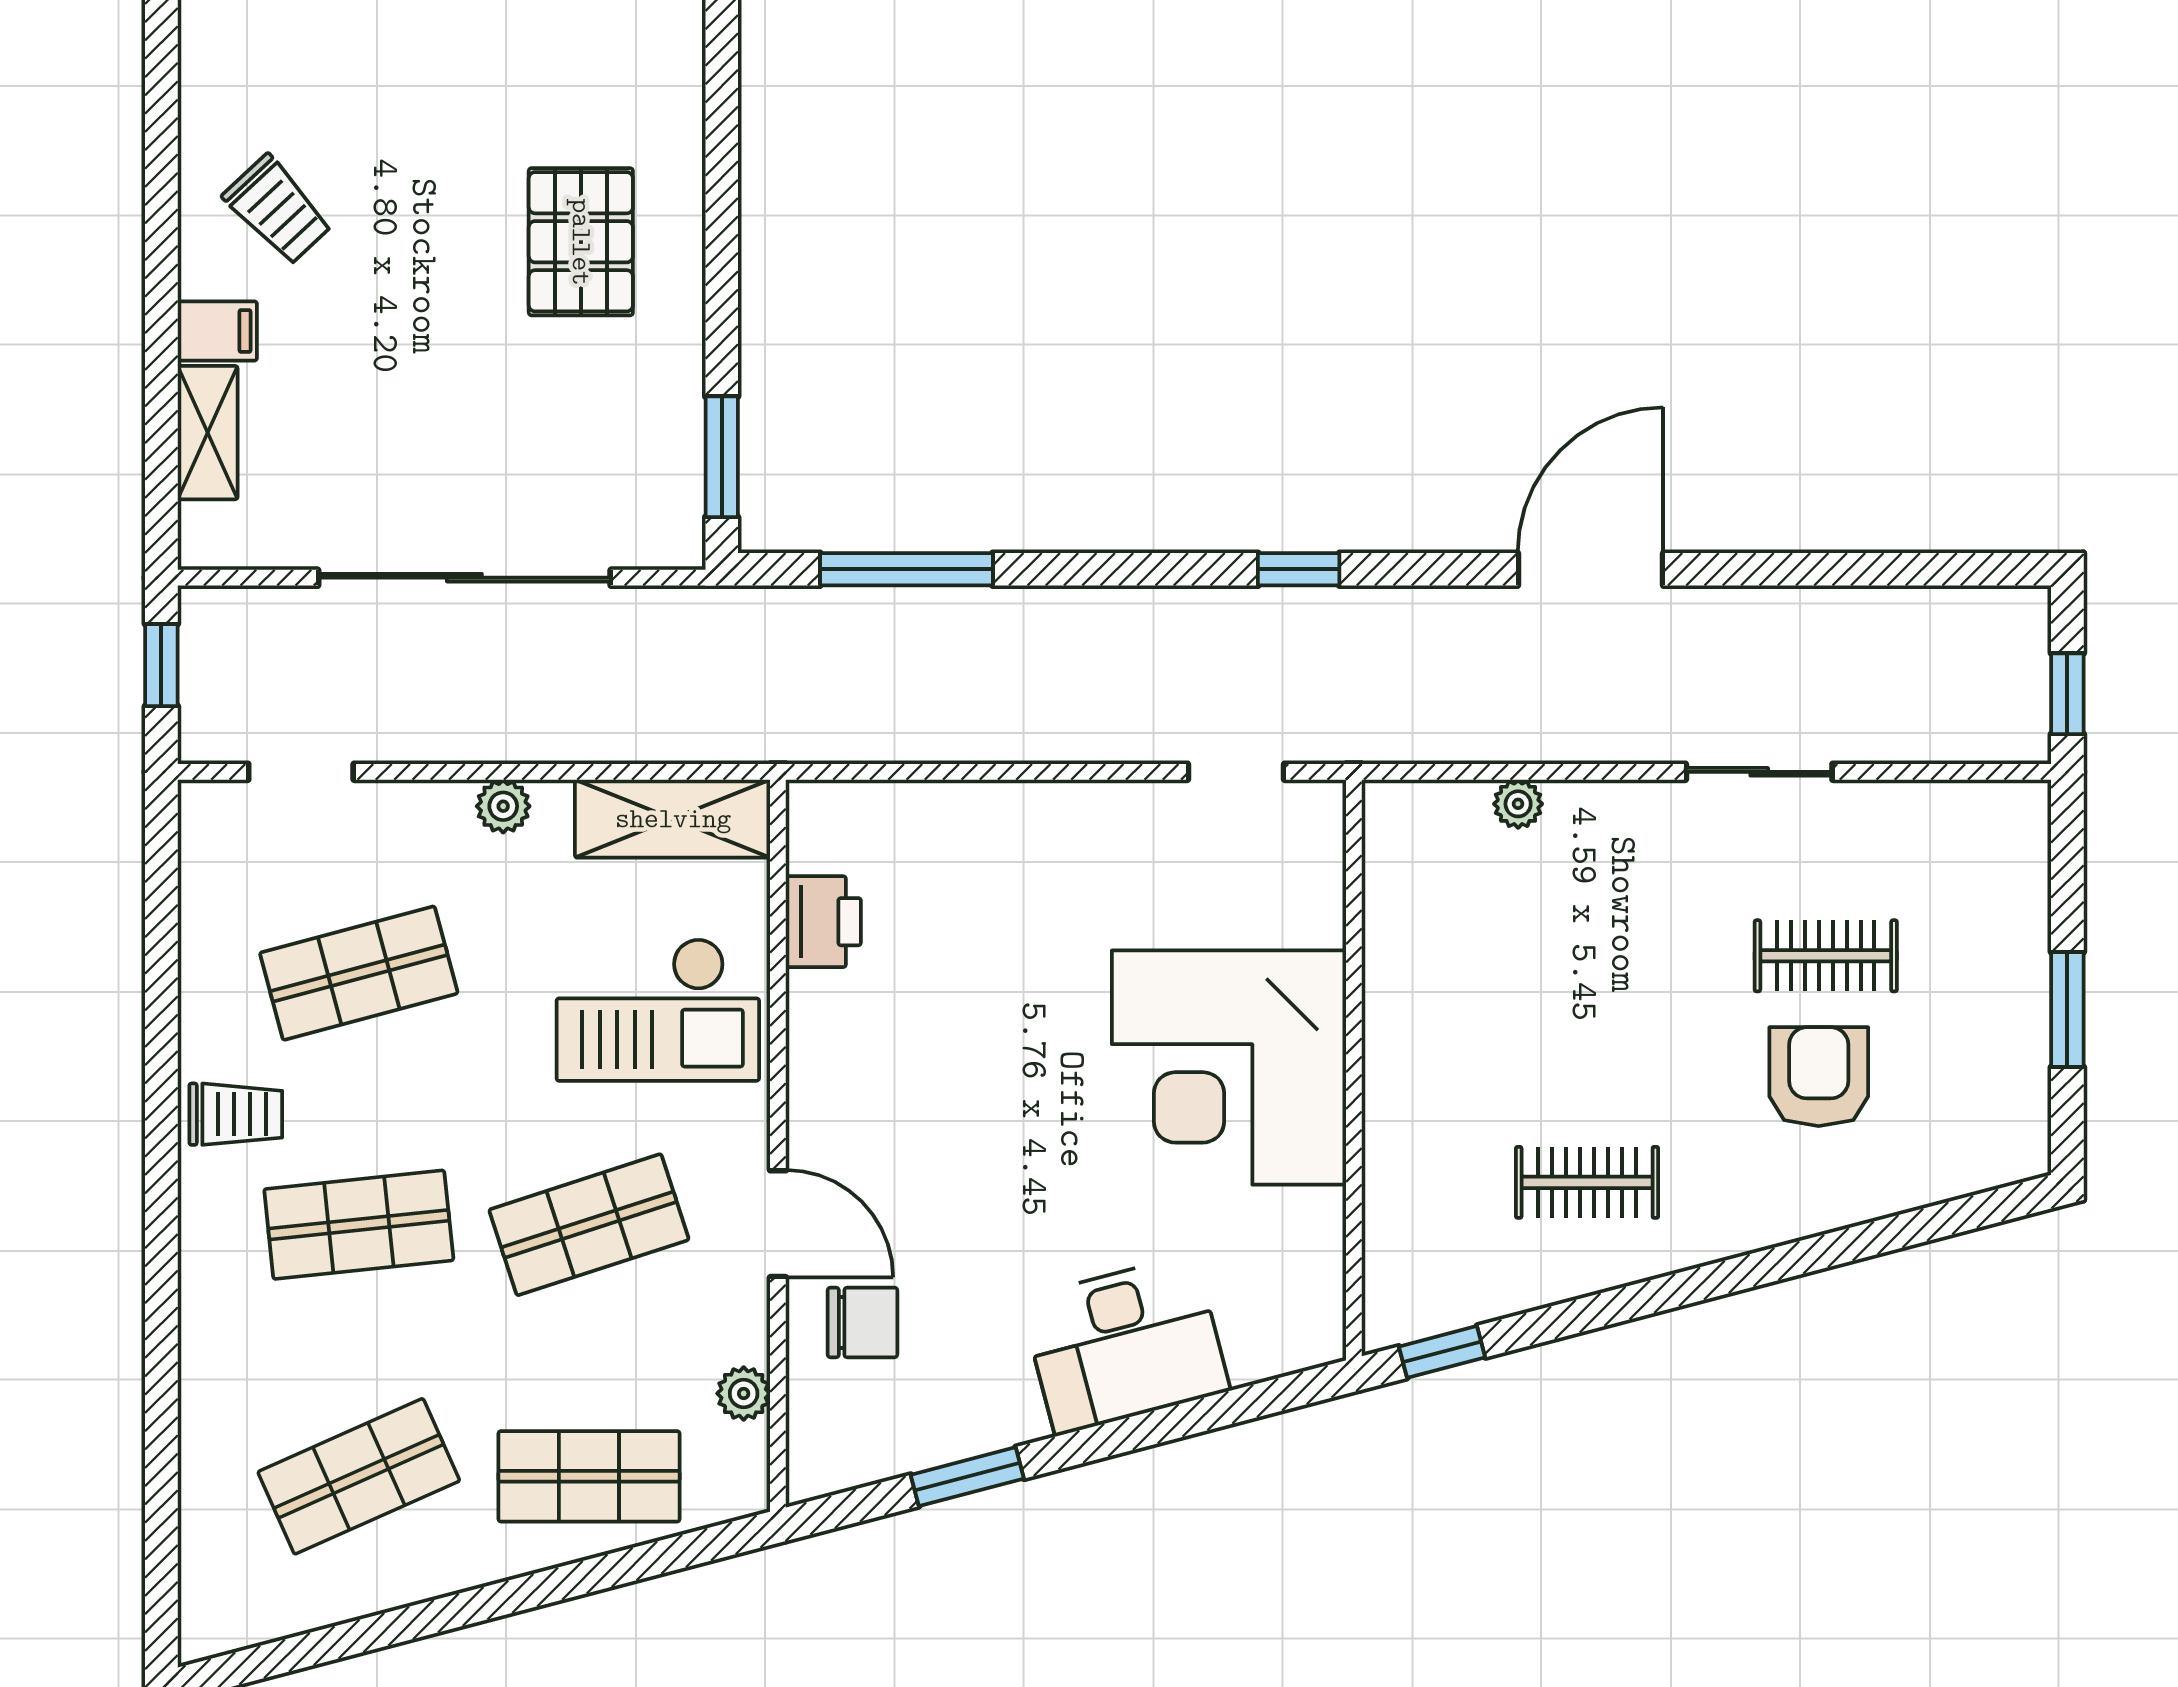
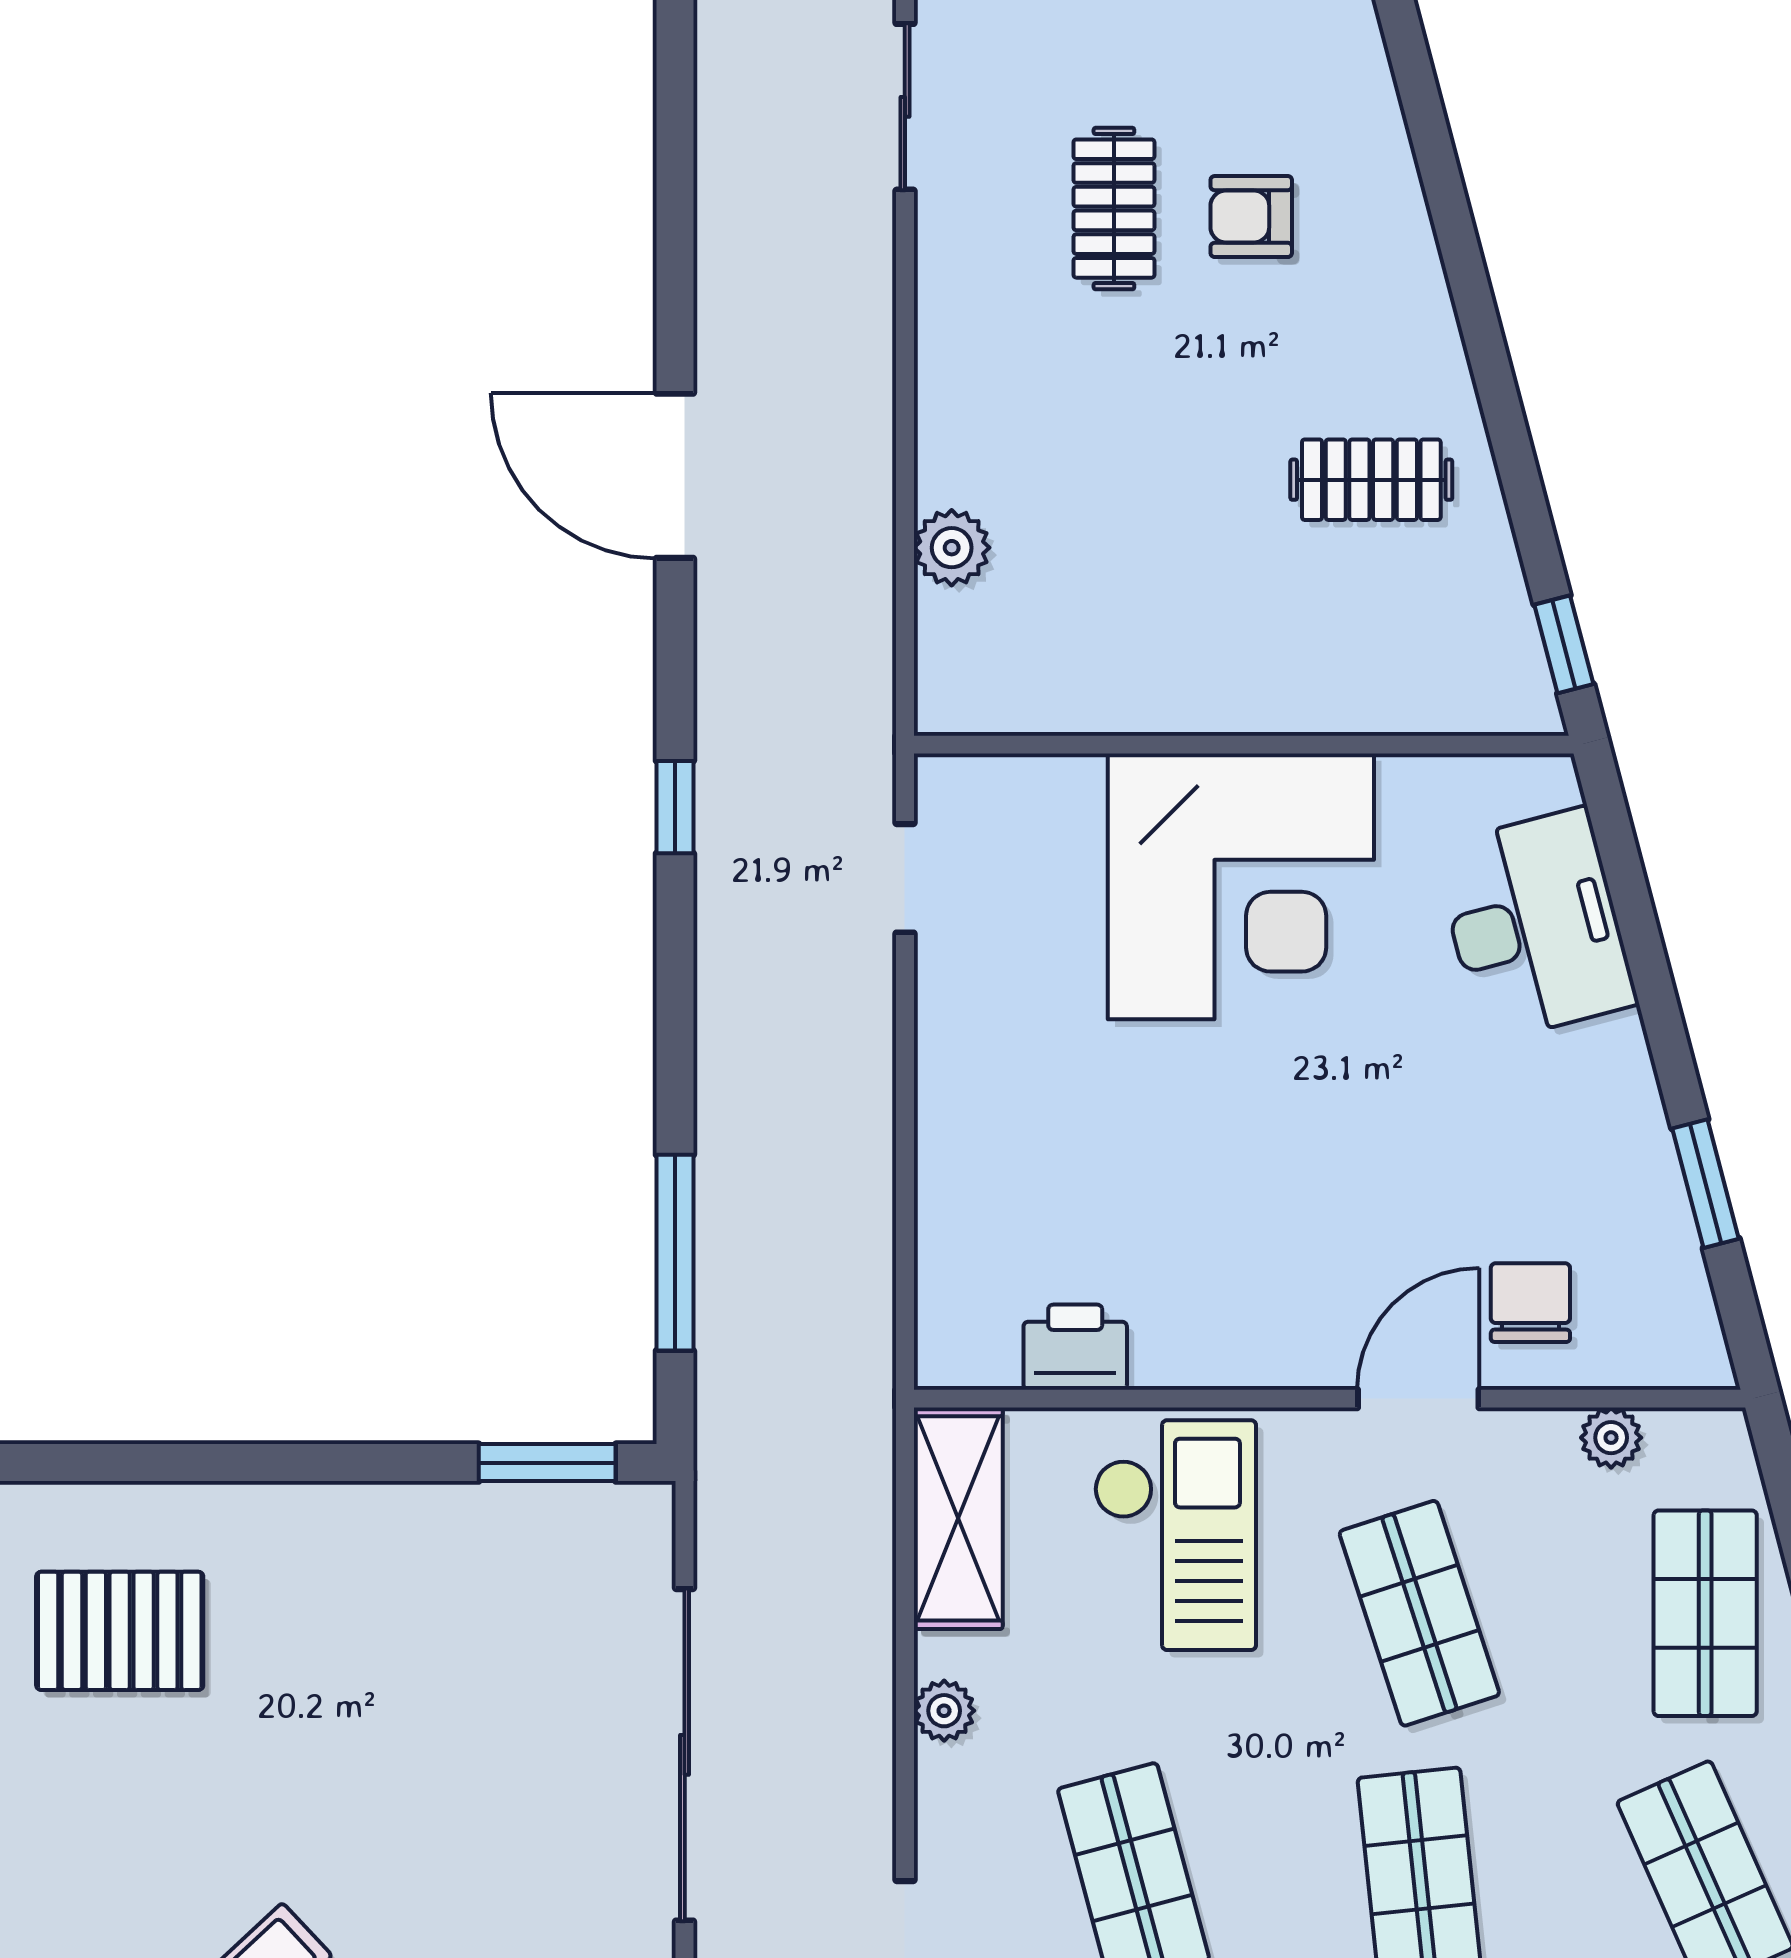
pallet: (581, 242) -> (120, 1631), moved
sliding door: (1759, 772) -> (905, 107), moved
plant: (1518, 804) -> (952, 548), width x1.38, depth x1.38
armchair: (1819, 1077) -> (1251, 217), width x0.72, depth x0.72
clothes rail: (1587, 1182) -> (1371, 480), turned 90
desk: (1125, 1345) -> (1535, 925), moved

